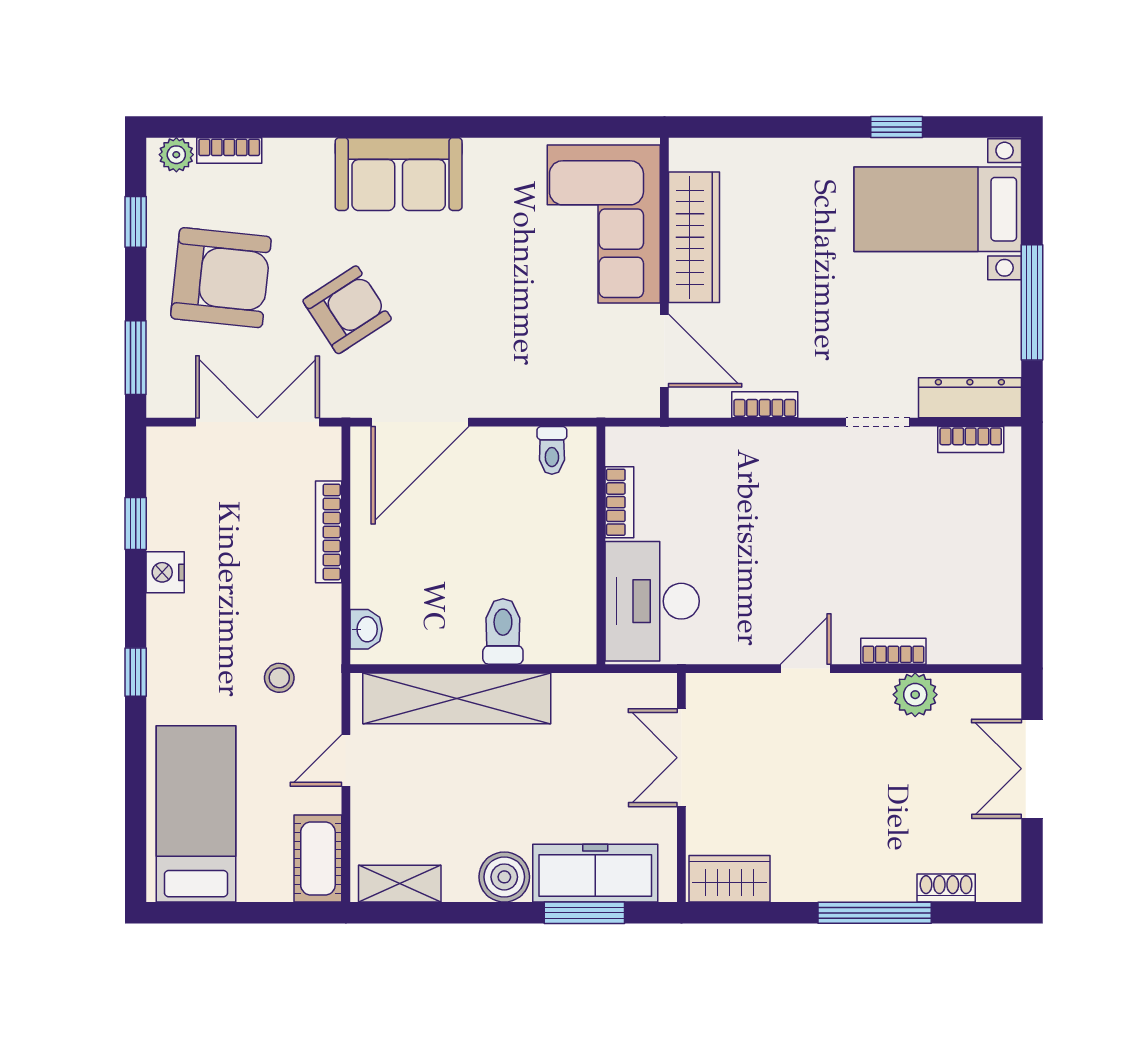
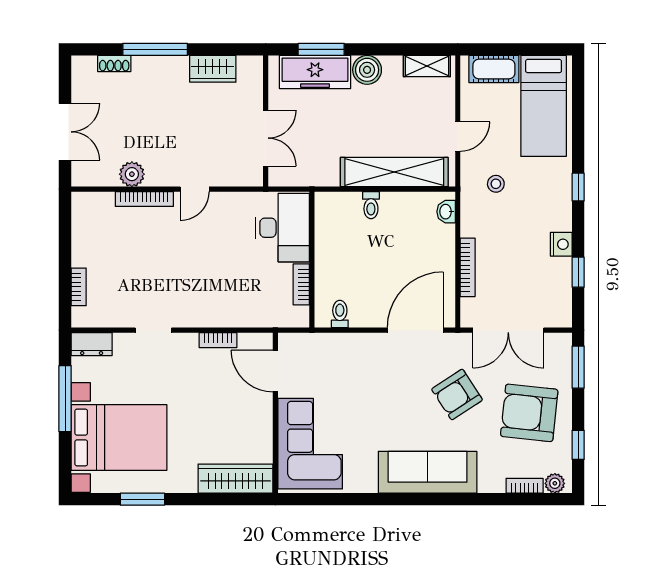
window: (897, 127) -> (142, 499), width x1.50
sofa: (399, 174) -> (428, 472), width x1.36
bed with nightstands: (938, 209) -> (119, 437), width x1.36
wardrobe: (694, 237) -> (235, 479), moved, turned 90
dresser: (970, 398) -> (92, 344), width x0.70
bookcase: (971, 440) -> (79, 287), moved, turned 90
toilet: (503, 631) -> (371, 205), width x0.73, depth x0.72
bookcase: (893, 651) -> (144, 199), width x1.56
cot: (318, 859) -> (494, 69), moved, turned 90
wardrobe: (730, 879) -> (213, 69), moved

